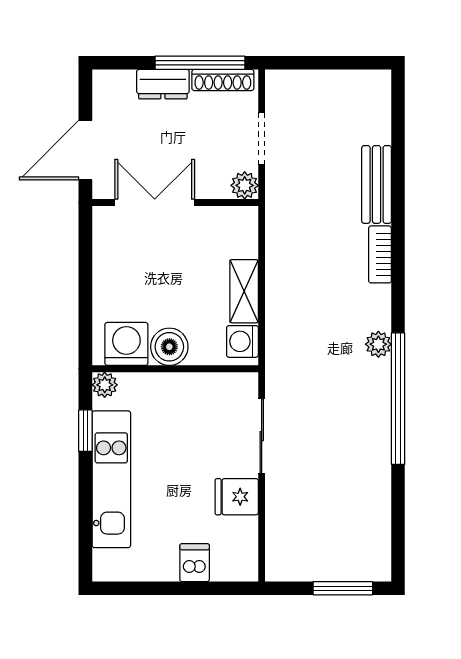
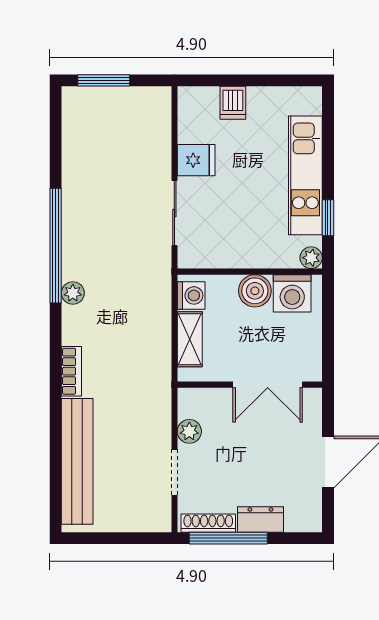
bench: (377, 184) -> (77, 461), width x1.86, depth x1.21
double door: (155, 202) -> (268, 385), moved
wall: (175, 202) -> (250, 385), moved

